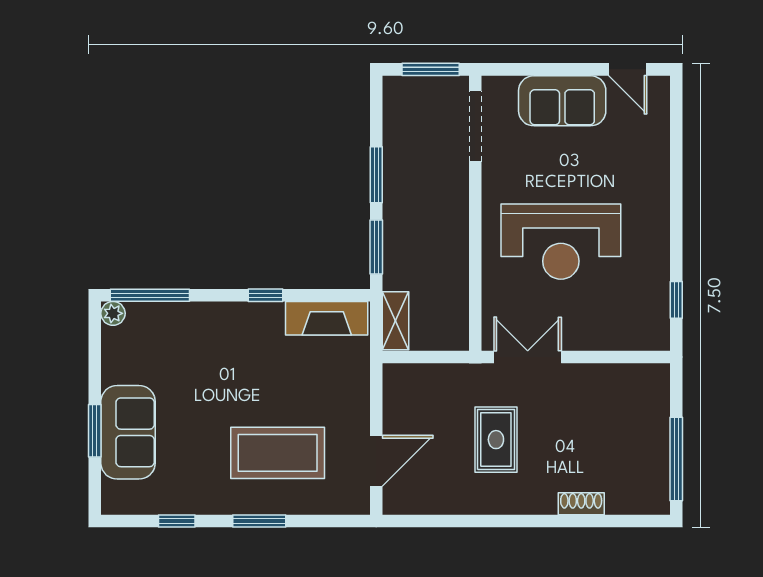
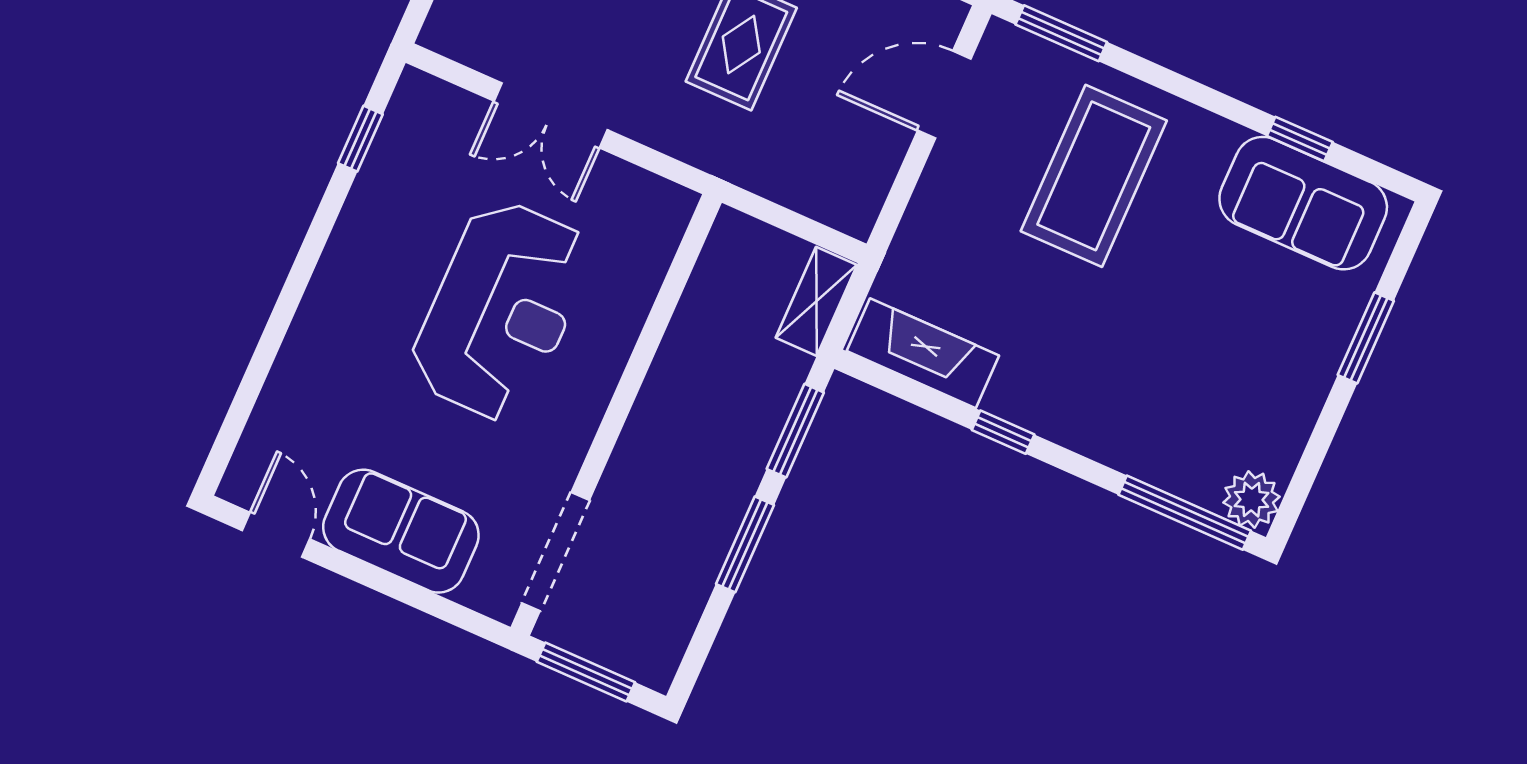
reception desk: (561, 242) -> (501, 311), turned 90
plant: (113, 313) -> (1251, 500), width x1.38, depth x1.38
double door: (528, 357) -> (551, 115), moved
sofa: (128, 432) -> (1303, 203), moved, turned -90
coffee table: (278, 453) -> (1094, 176), turned 90
window: (259, 521) -> (1061, 33), moved

